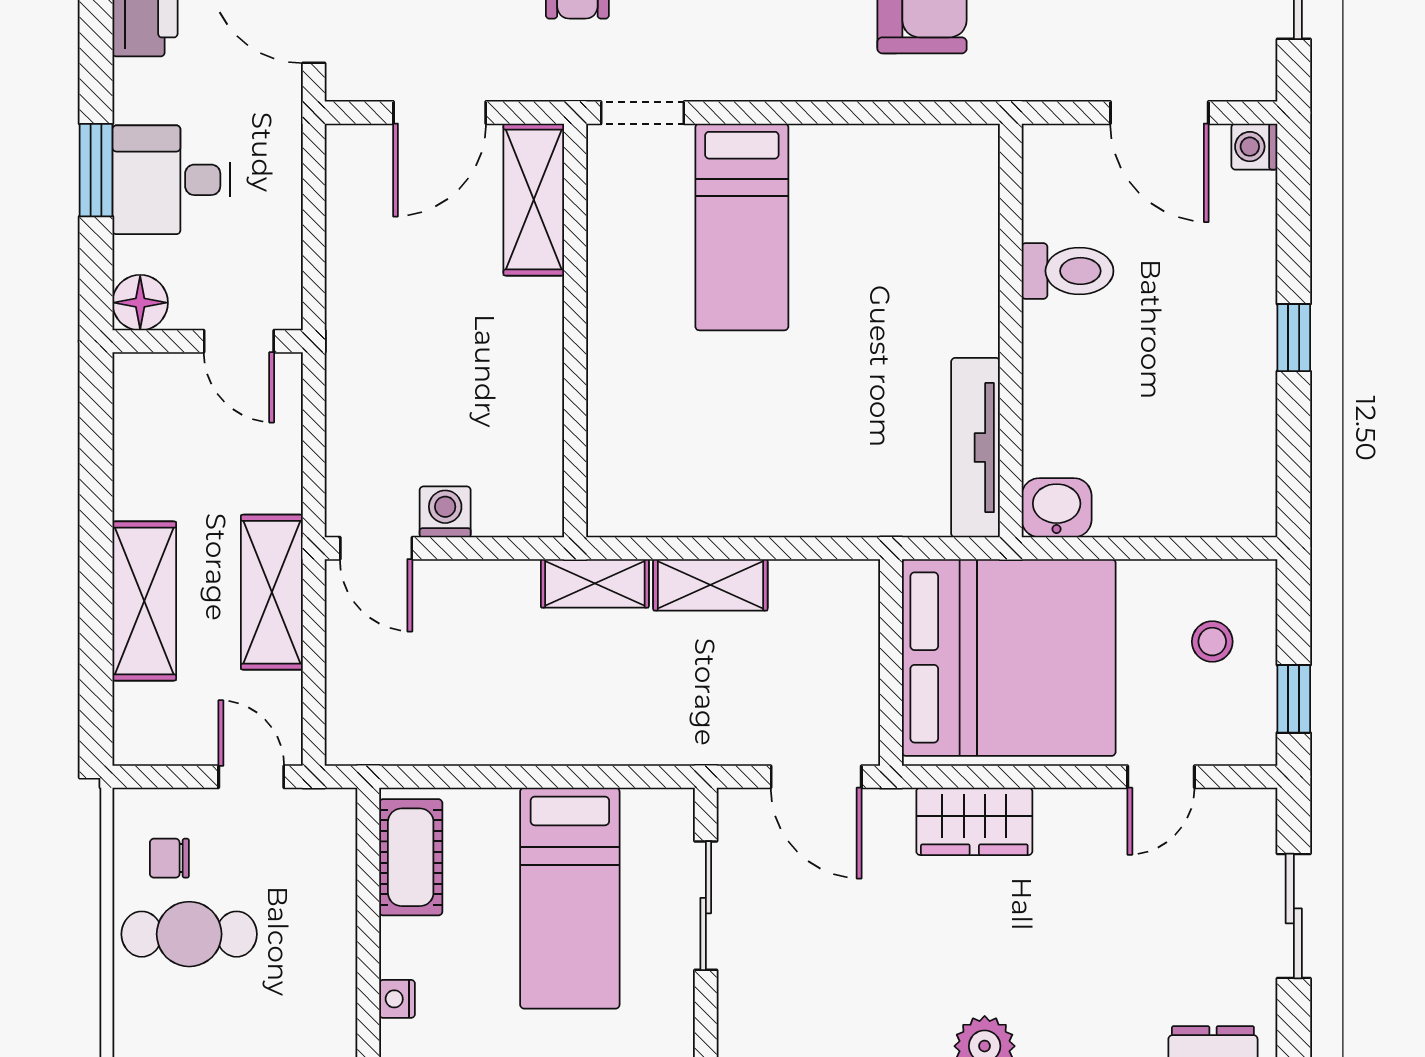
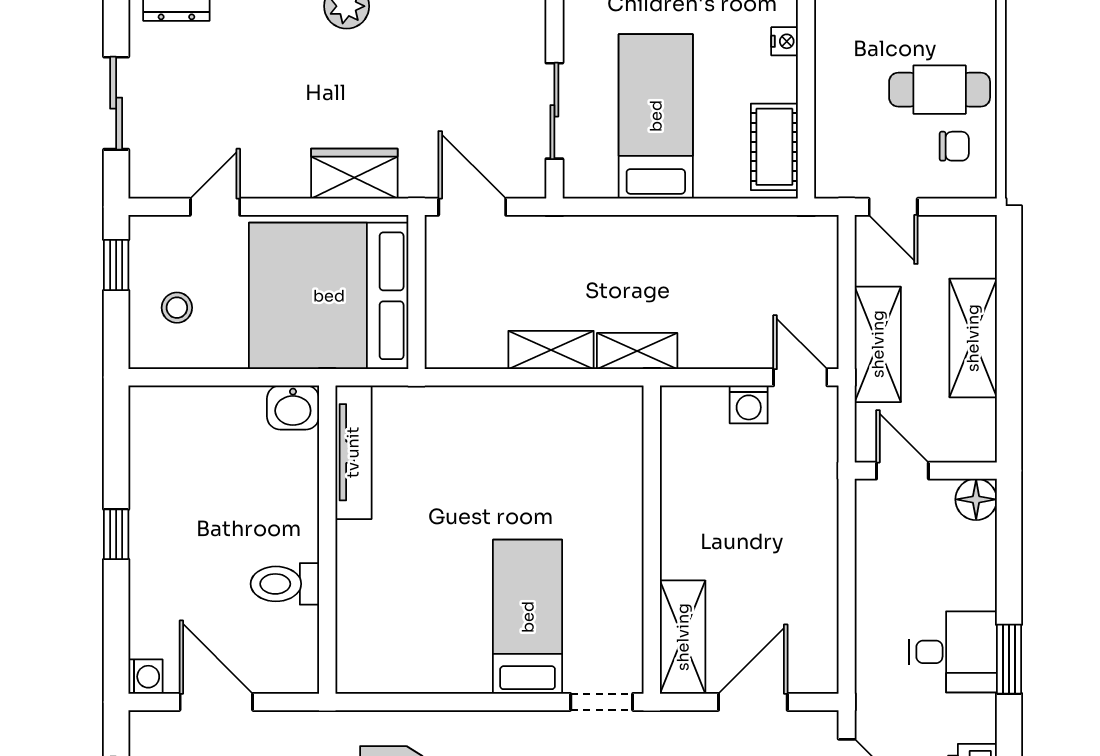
floor lamp: (140, 303) -> (976, 499), moved
wall: (208, 341) -> (926, 471), moved
door: (239, 341) -> (902, 471), moved

